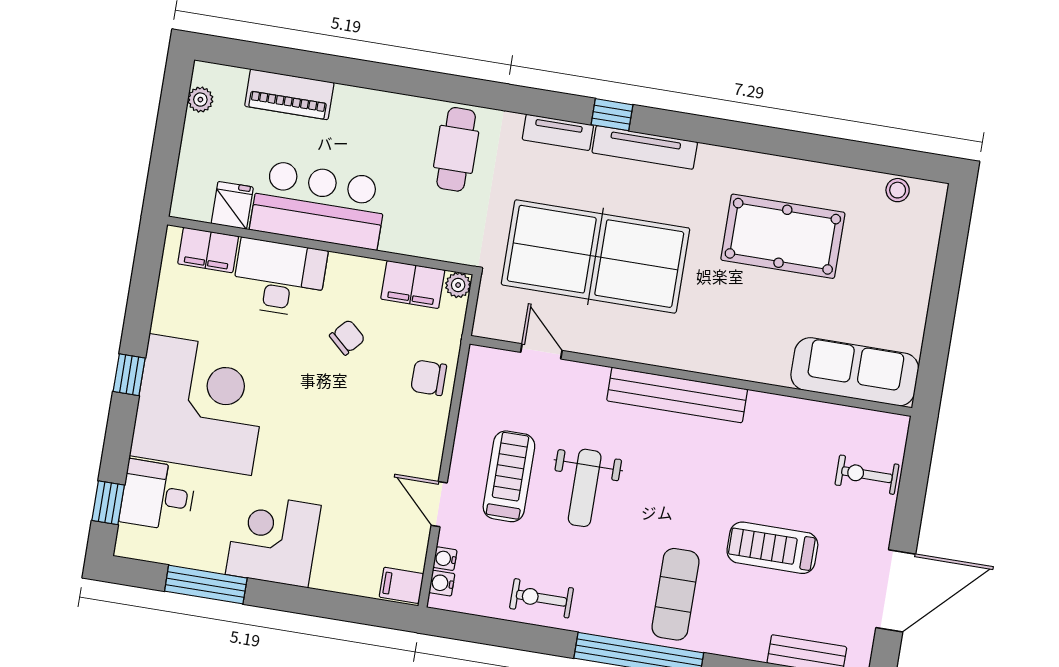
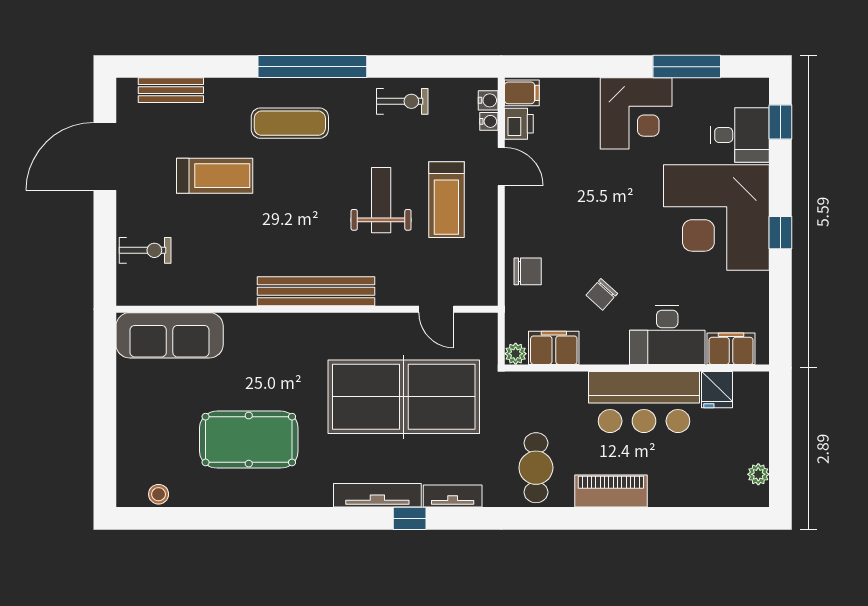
piano: (289, 94) -> (611, 491), moved
printer: (411, 550) -> (519, 124), added
exercise mat: (675, 594) -> (290, 123), turned 90

